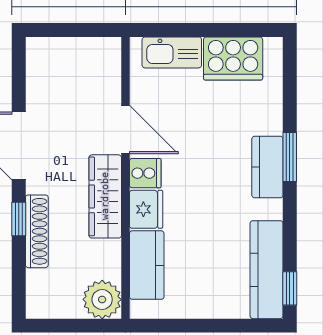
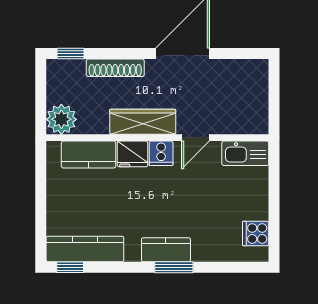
kitchen sink: (172, 52) -> (245, 153), moved, turned -90
cooker: (233, 59) -> (256, 233), width x0.53, depth x0.76
door: (125, 130) -> (196, 138), width x0.73
window: (19, 219) -> (71, 53), moved

